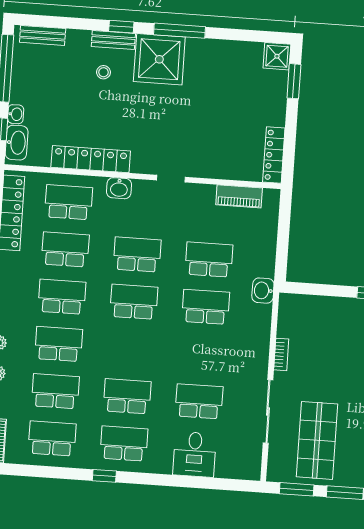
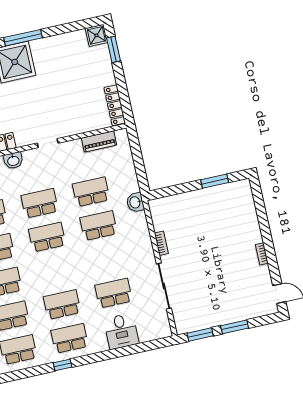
shop shelf: (317, 440) -> (204, 296), removed

